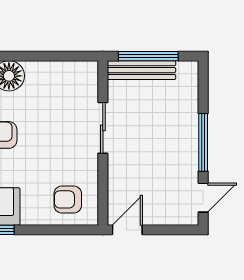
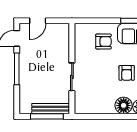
armchair: (68, 199) -> (103, 42), moved
door: (127, 230) -> (38, 21), moved

